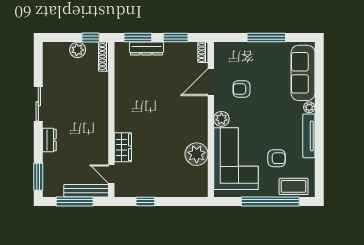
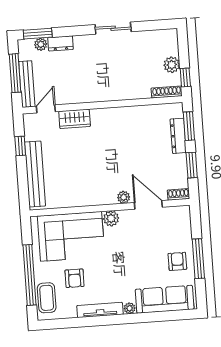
armchair: (242, 89) -> (177, 261), moved
dresser: (49, 140) -> (61, 43), moved
plant: (197, 154) -> (124, 197), moved, width x0.53, depth x0.53
plant: (49, 175) -> (41, 44), added
bench: (173, 189) -> (35, 174), added

